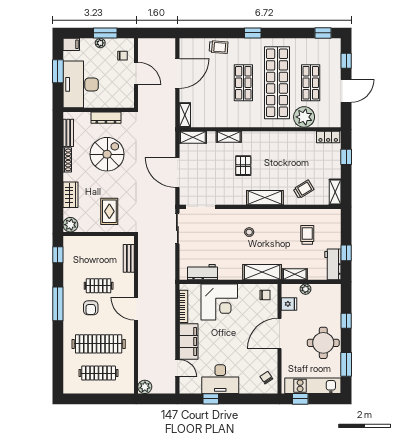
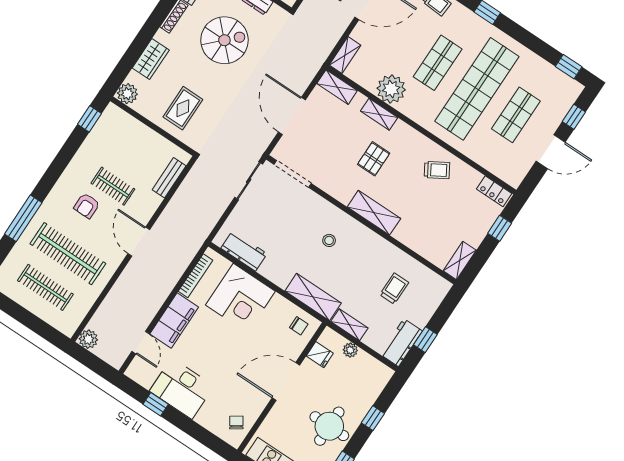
plant: (304, 117) -> (391, 89), moved
trolley: (304, 189) -> (437, 170), moved
window: (58, 304) -> (23, 218), moved

